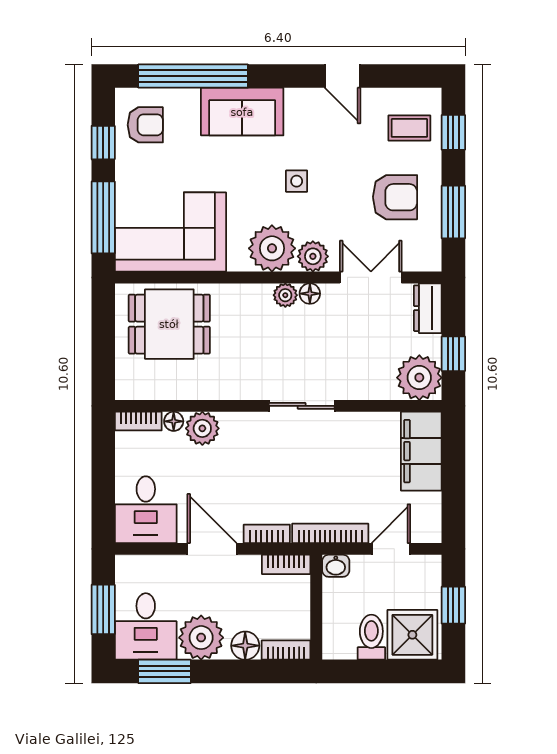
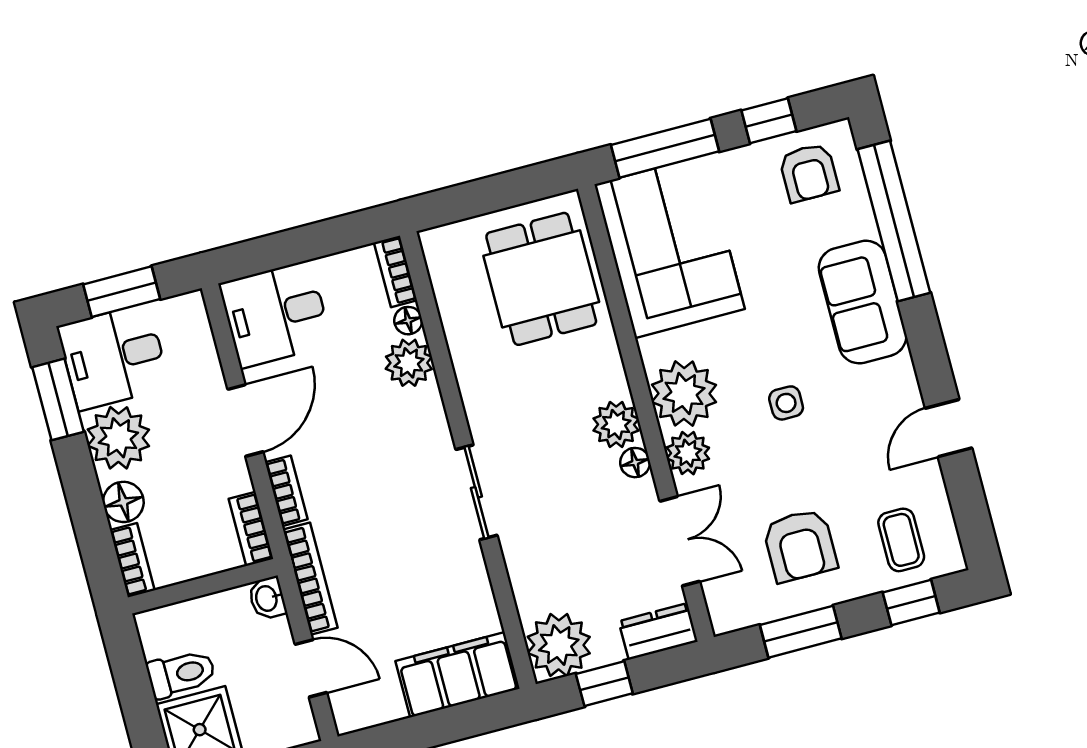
plant: (285, 295) -> (616, 425), width x1.38, depth x1.38

